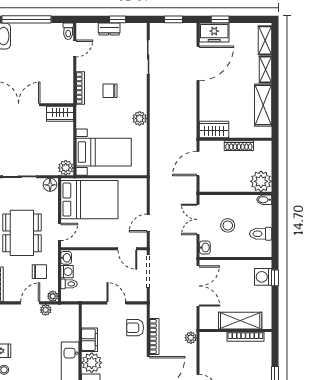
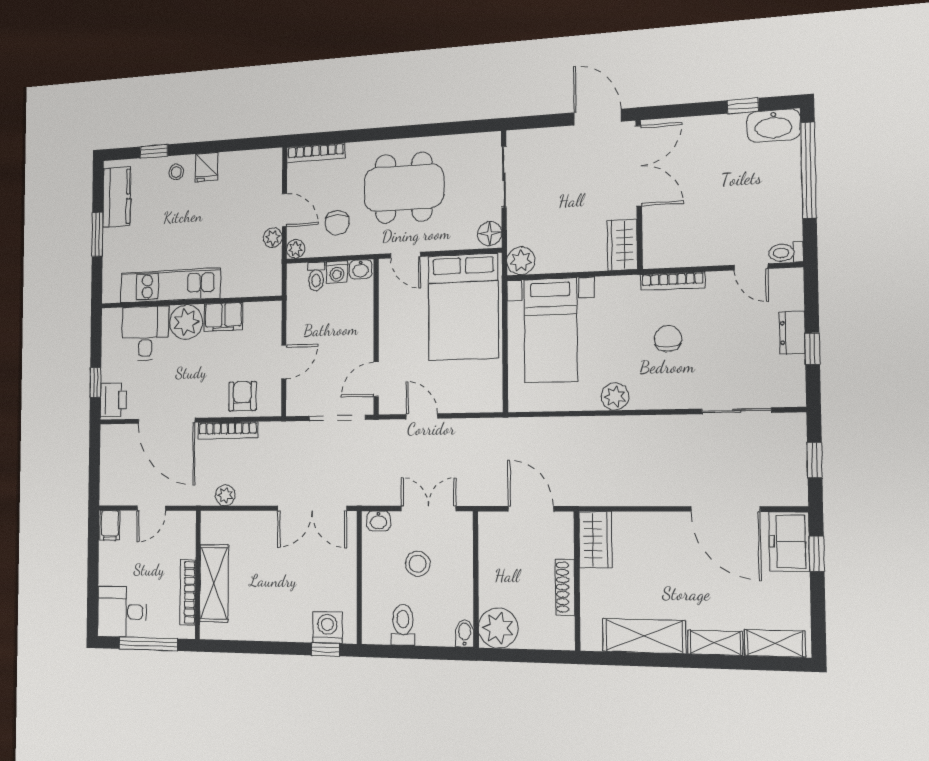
shelving: (240, 321) -> (214, 583), moved
wall: (235, 331) -> (198, 575), moved
bookcase: (245, 337) -> (188, 592), moved

